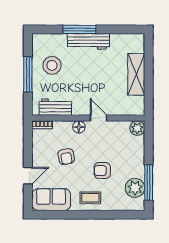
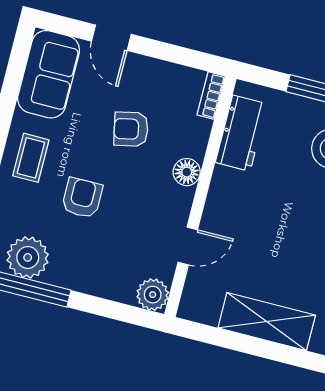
door: (99, 118) -> (188, 246), moved

